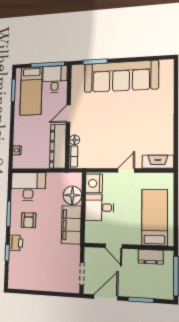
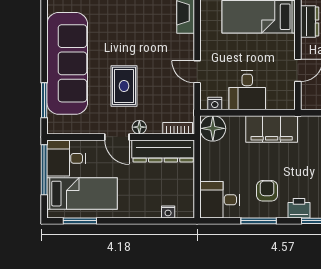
rug: (104, 117) -> (124, 86), added
floor lamp: (74, 140) -> (139, 127), moved
door: (126, 170) -> (197, 72), moved
nightstand: (94, 183) -> (215, 103), width x0.53, depth x0.56
desk: (28, 186) -> (220, 200), width x0.73
floor lamp: (72, 195) -> (213, 128), moved
armchair: (29, 220) -> (267, 191), turned -90

